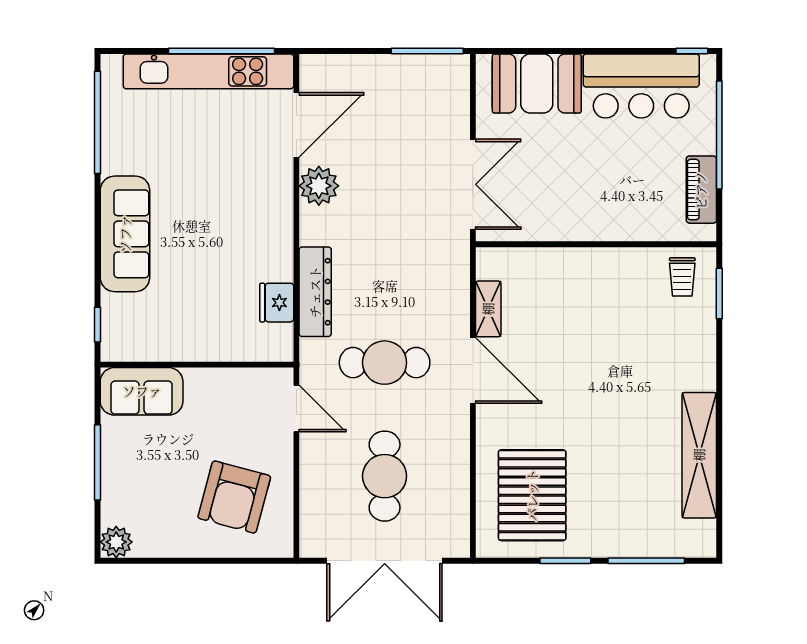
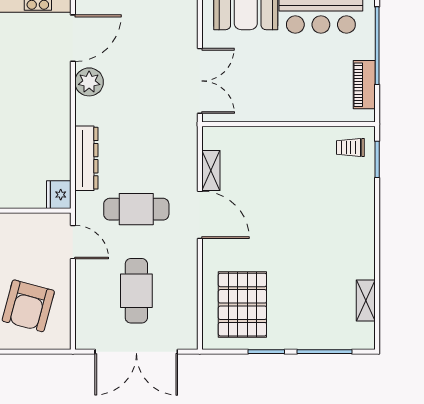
trolley: (682, 277) -> (350, 148), turned 90
fridge: (277, 303) -> (59, 195), moved
shelving: (699, 455) -> (366, 300), width x0.45, depth x0.75

